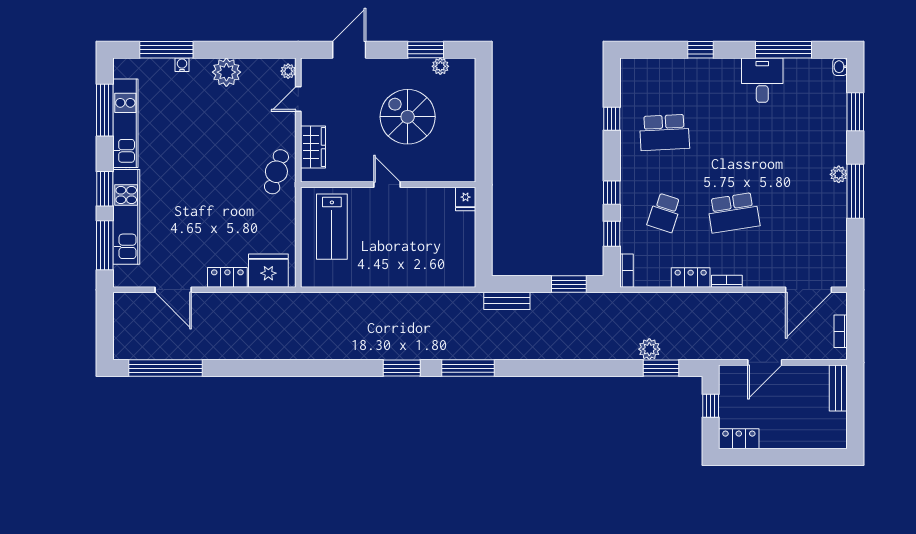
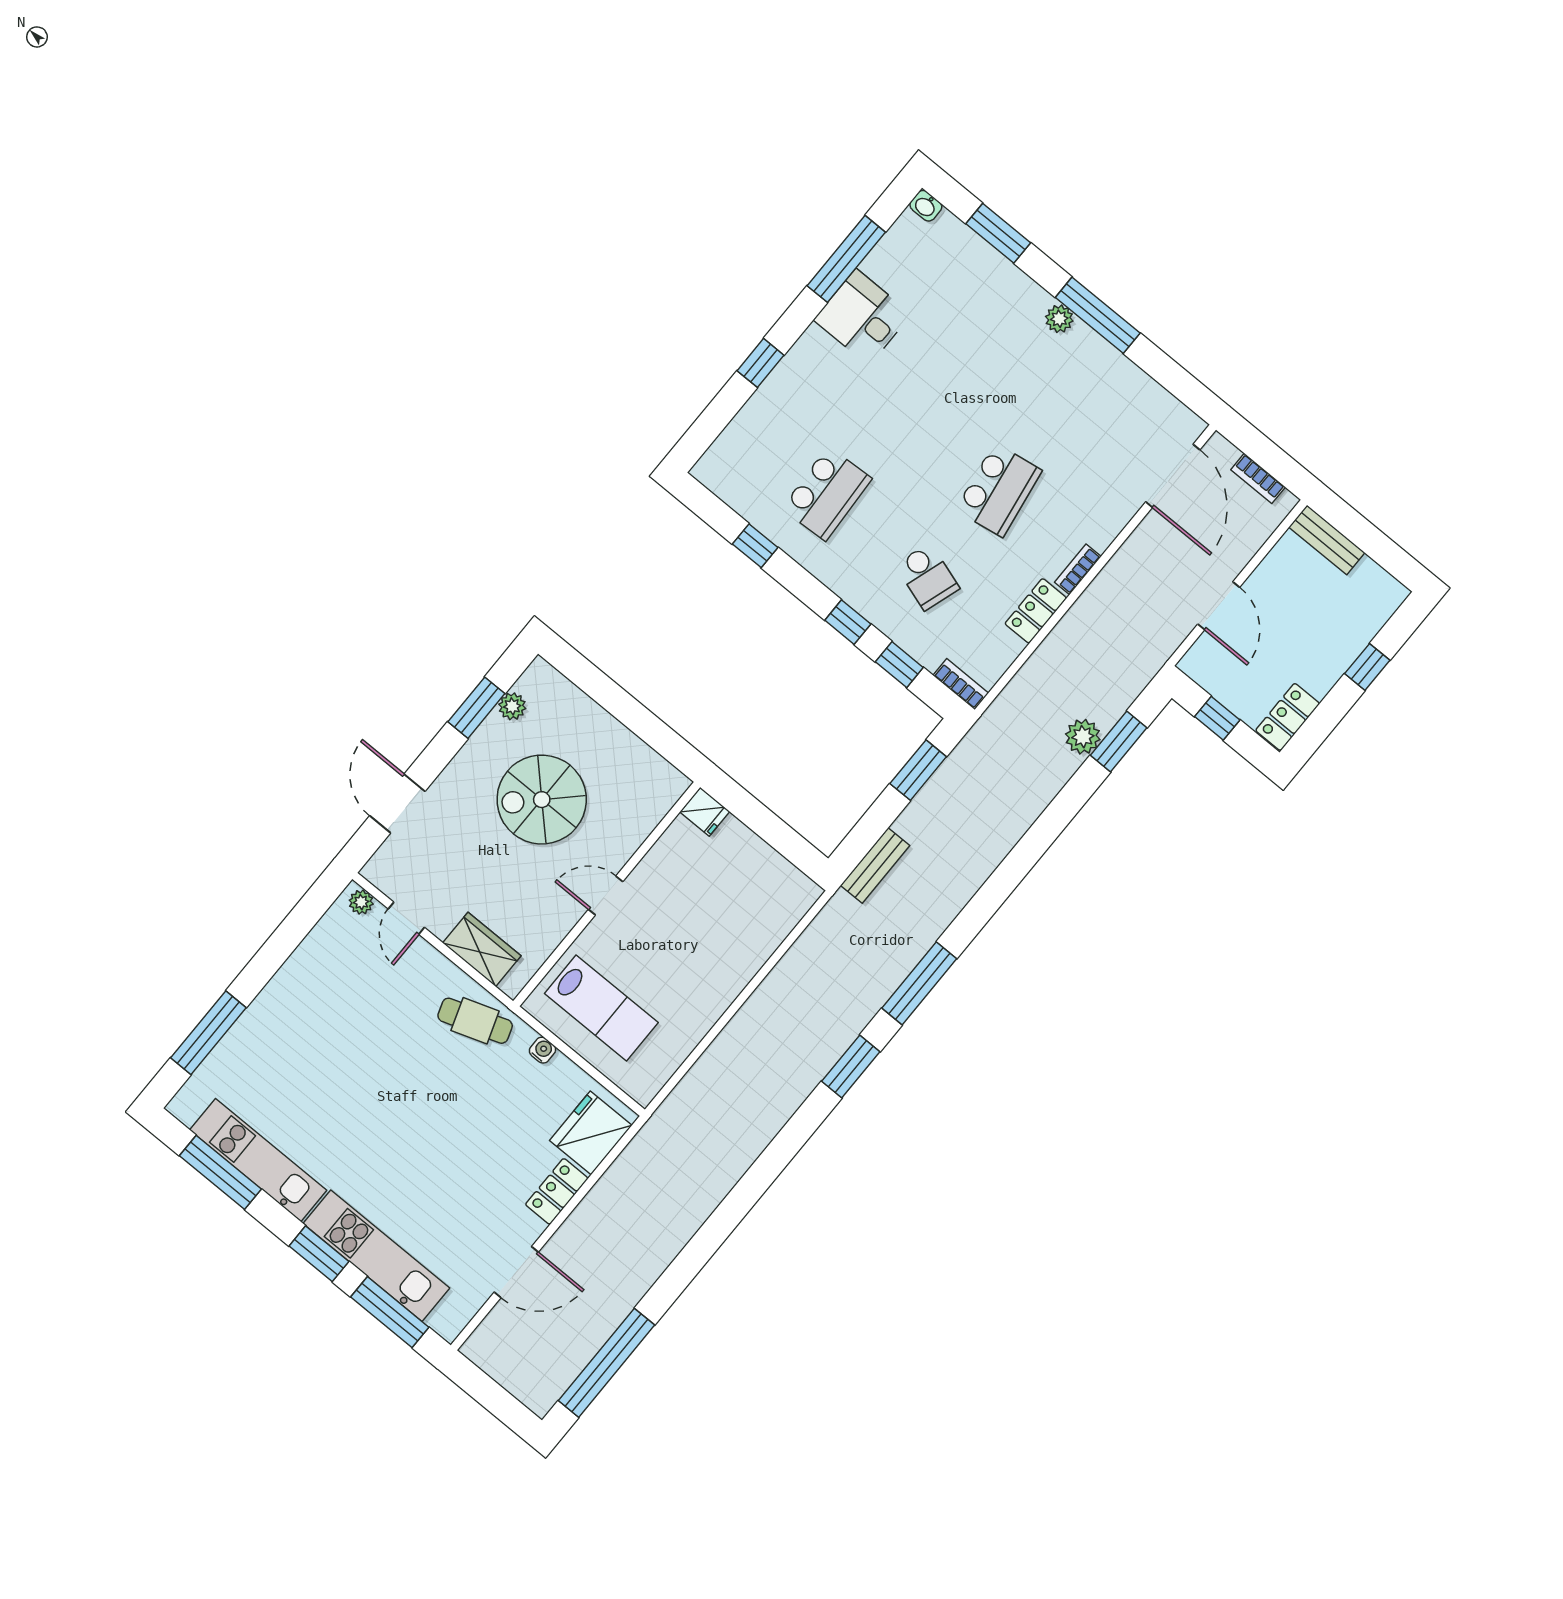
water cooler: (182, 65) -> (542, 1050), moved, turned 90
plant: (226, 72) -> (299, 981), removed
cafe table: (276, 172) -> (475, 1021), turned -35
window: (794, 457) -> (1367, 667), added

